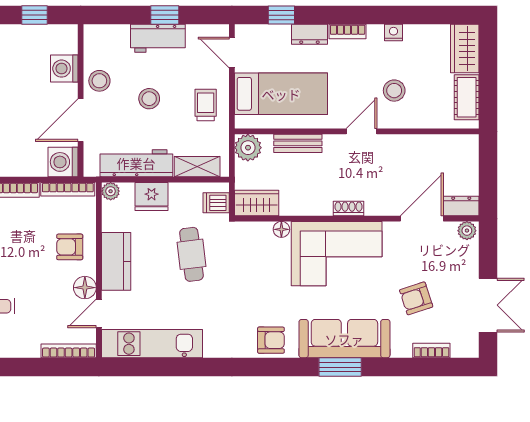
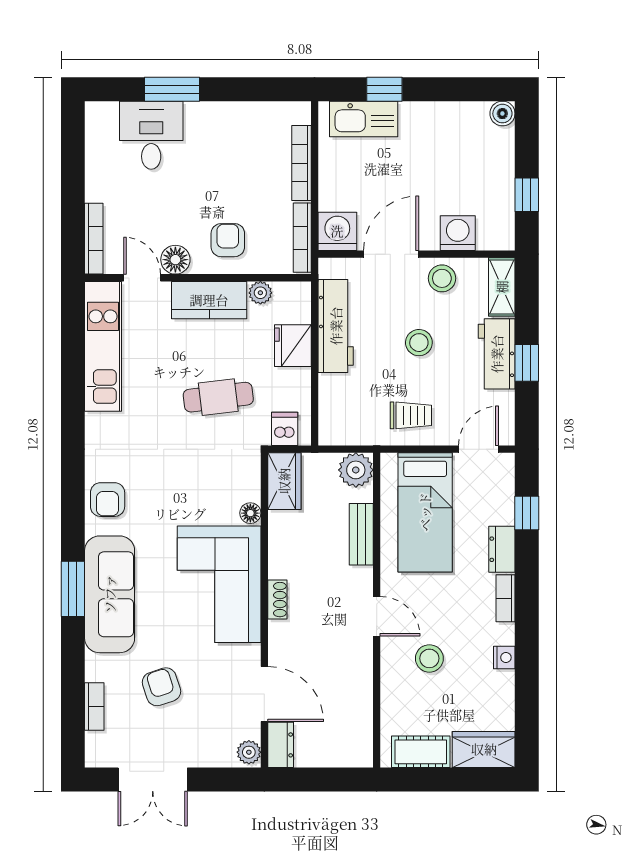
door: (81, 120) -> (391, 254), hinge flipped
shelving: (197, 167) -> (502, 287), moved
plant: (111, 191) -> (260, 293), moved

